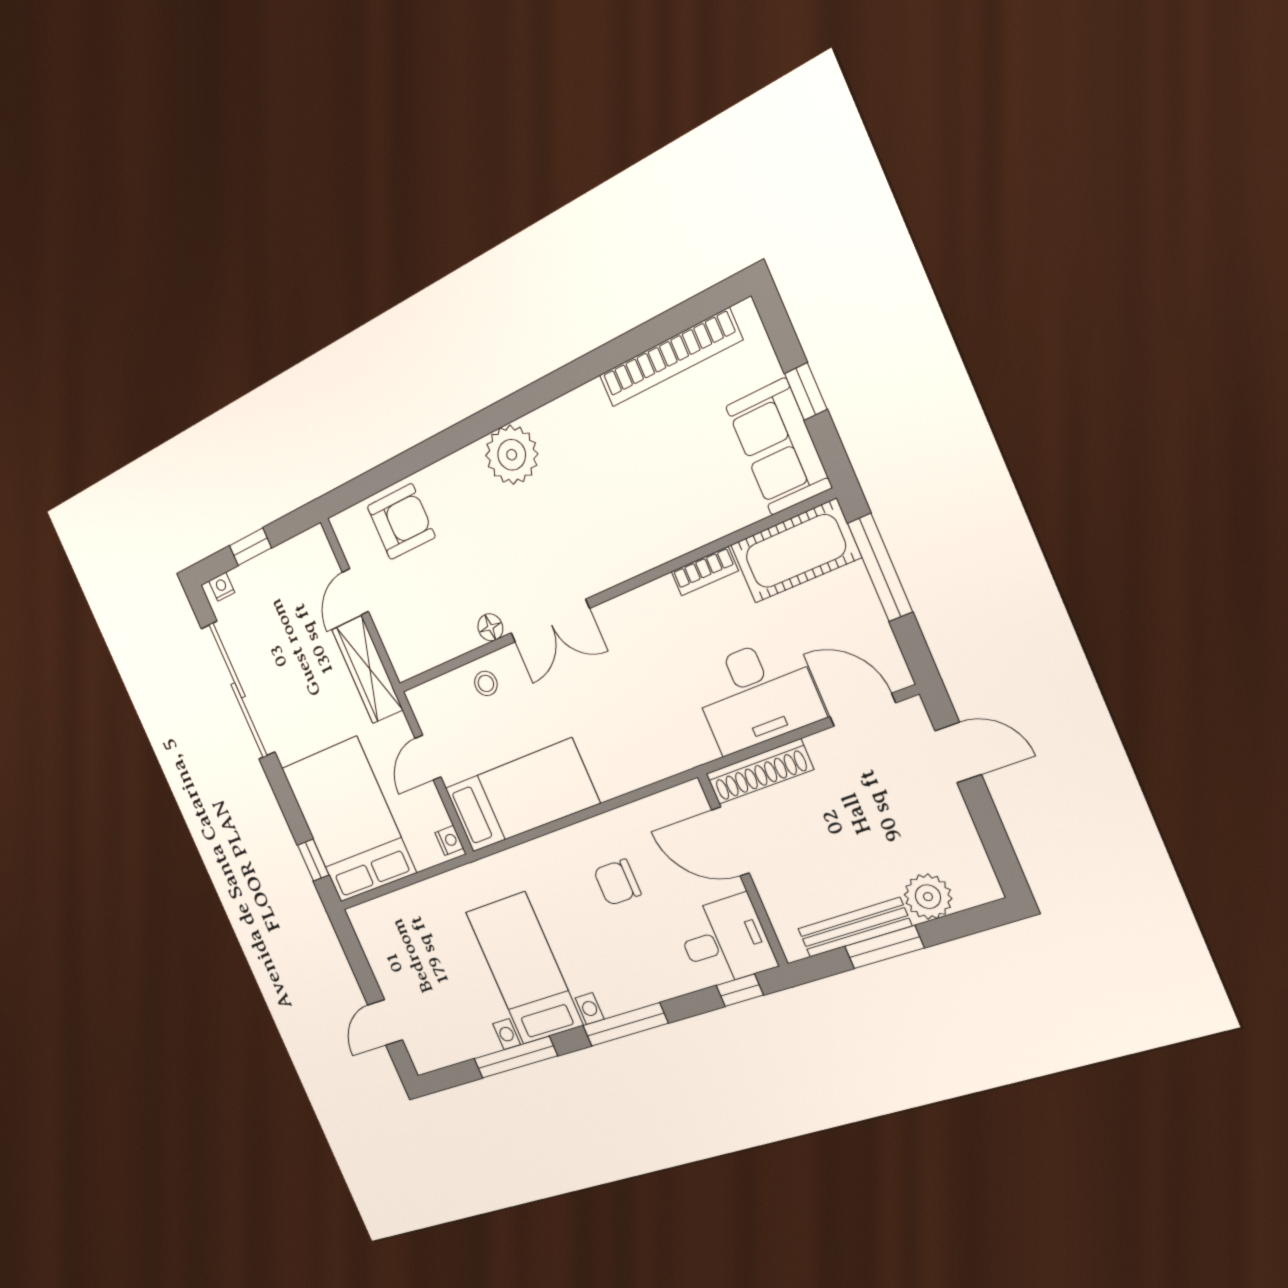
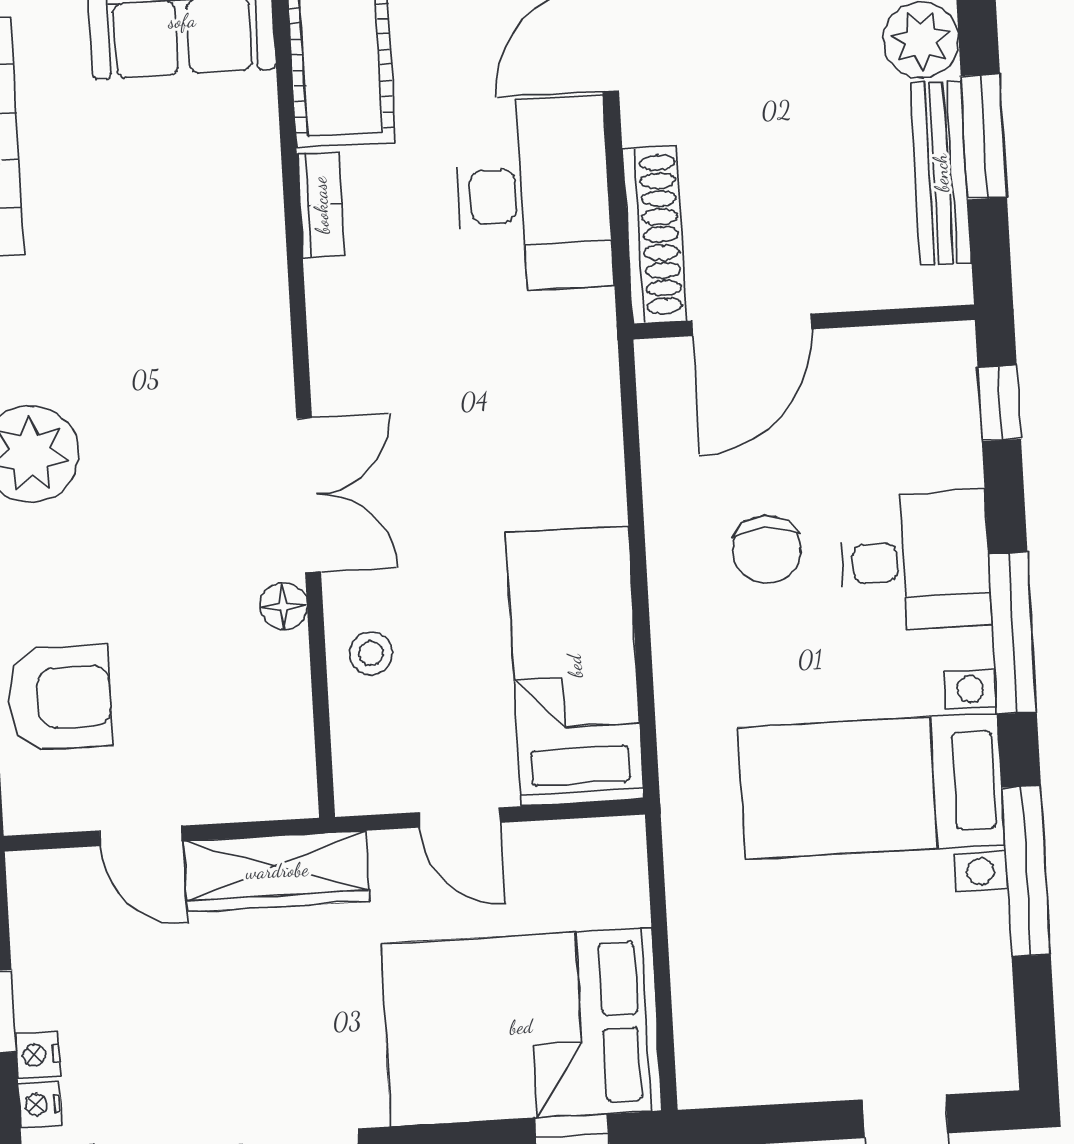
armchair: (401, 522) -> (60, 697), turned 90
nightstand: (449, 840) -> (38, 1055), moved, turned -90
desk: (725, 941) -> (915, 561), moved, turned 90

